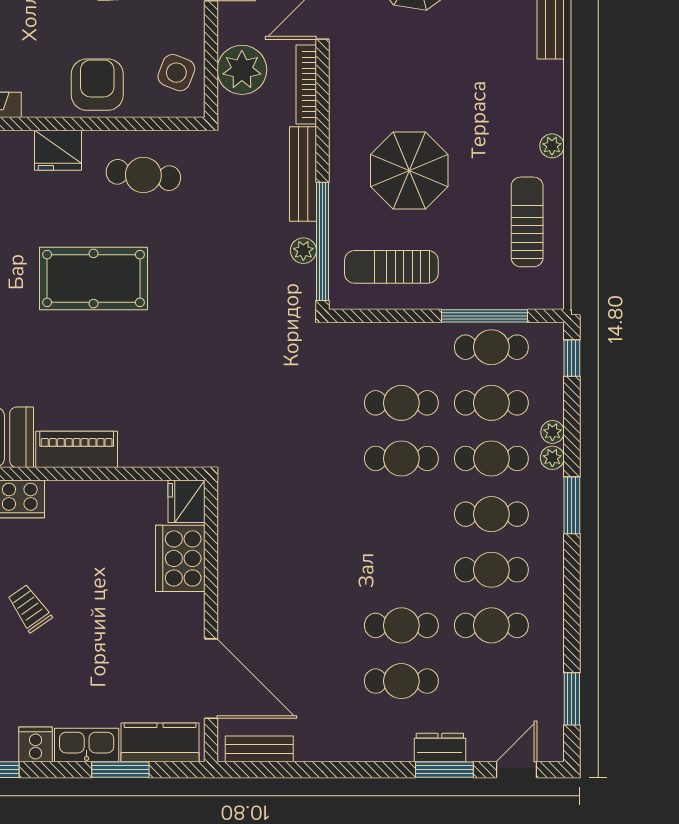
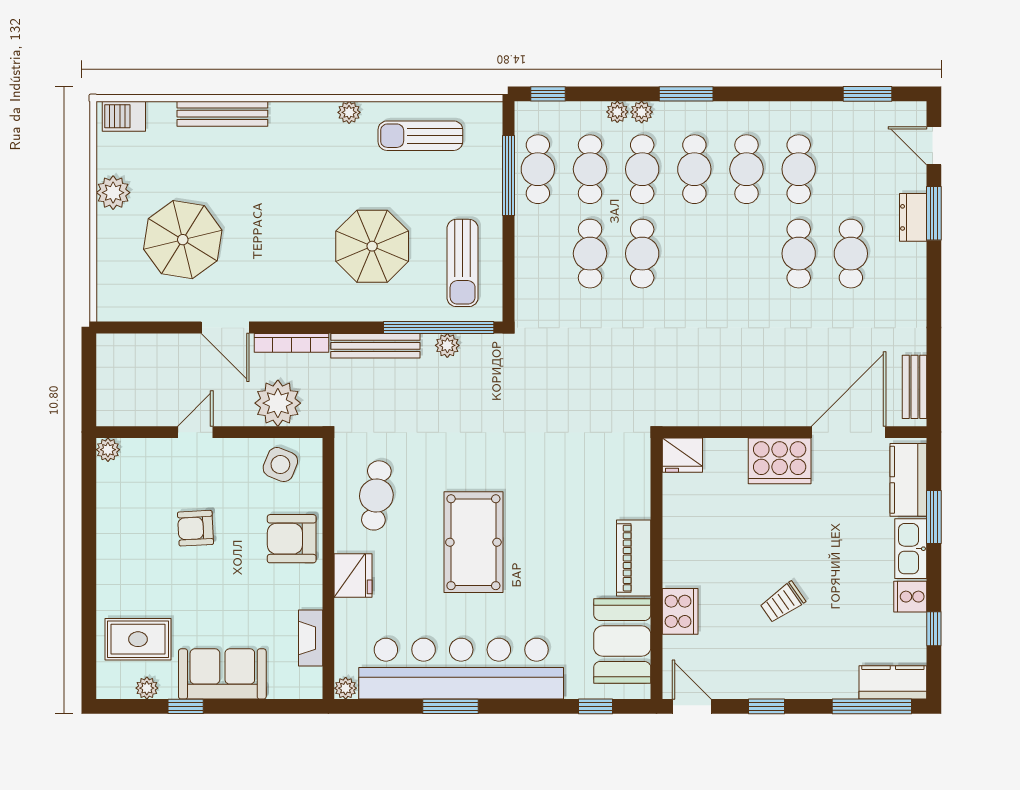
cooker: (180, 558) -> (780, 461), moved

